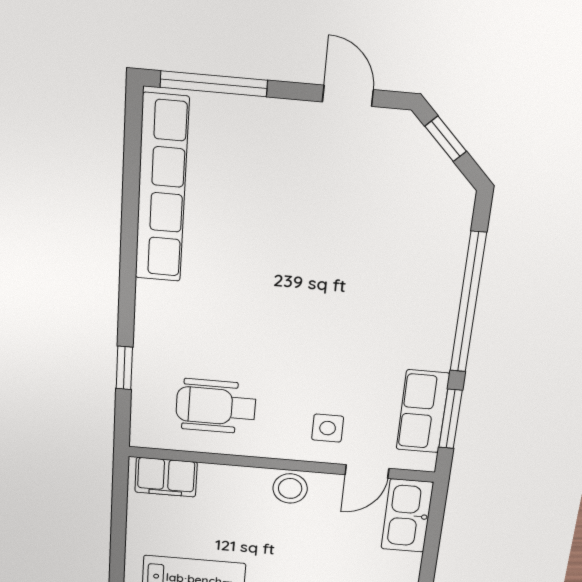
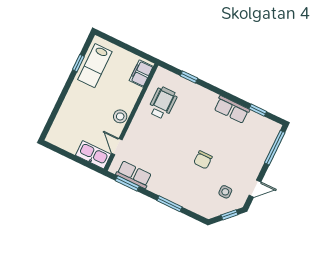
window: (132, 168) -> (258, 110), added
row of seats: (162, 189) -> (232, 109), width x0.50
chair: (321, 261) -> (203, 160), added
window: (468, 303) -> (169, 204), width x0.47
side table: (328, 428) -> (225, 192), moved

